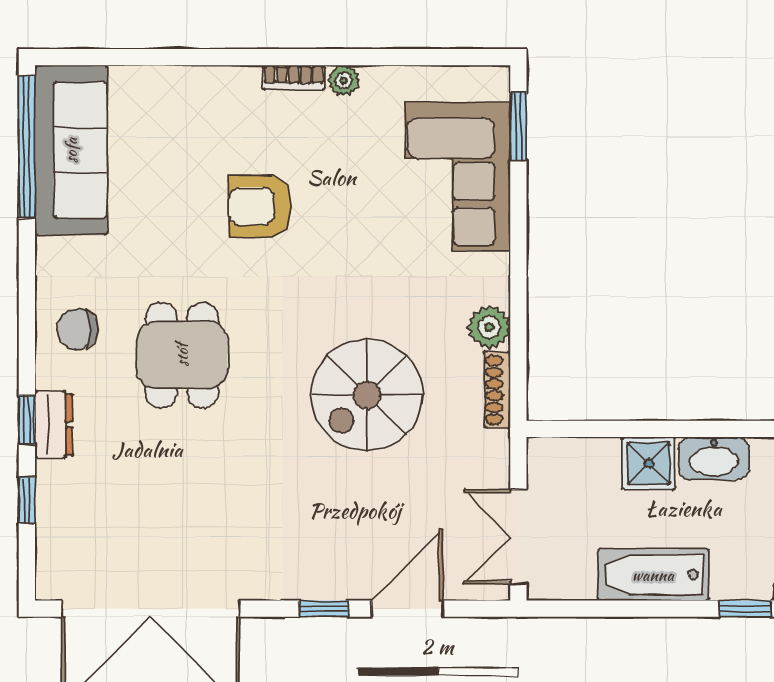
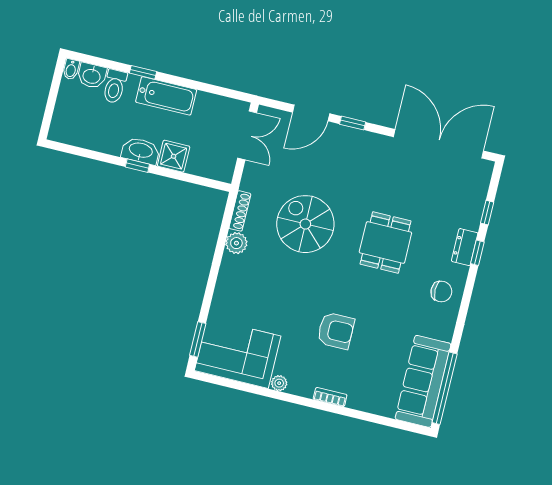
bookcase: (294, 78) -> (330, 397), moved
corner sofa: (458, 177) -> (238, 353), moved, turned -90
dining table: (182, 355) -> (385, 243), moved
spiral stairs: (367, 395) -> (305, 224), turned -90
window: (713, 429) -> (137, 166), added
bathtub: (653, 575) -> (166, 96), moved

